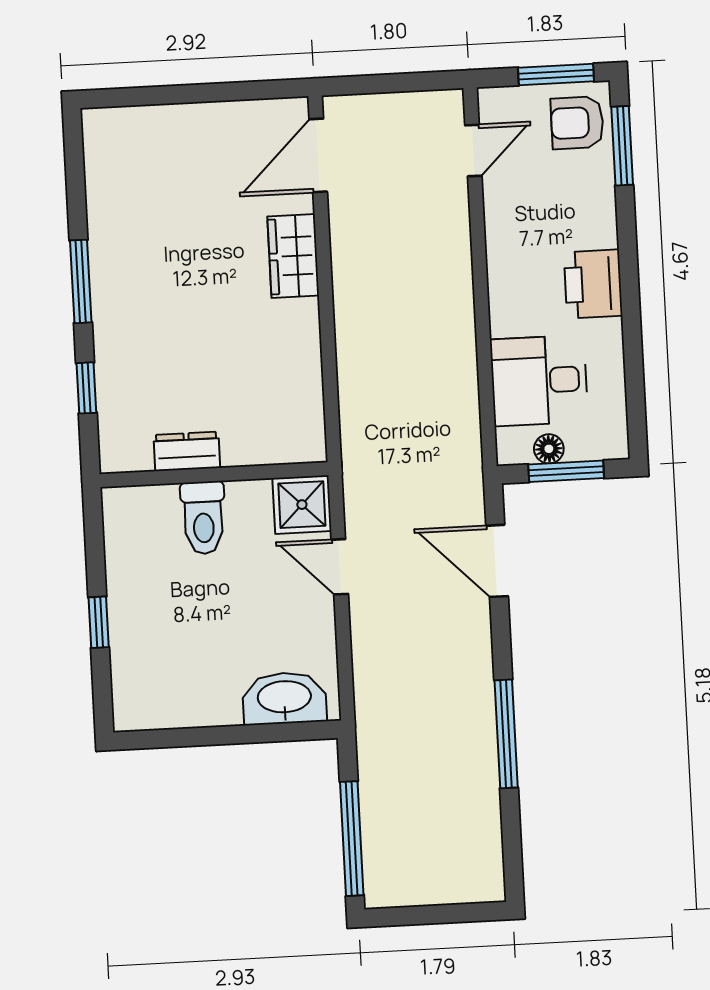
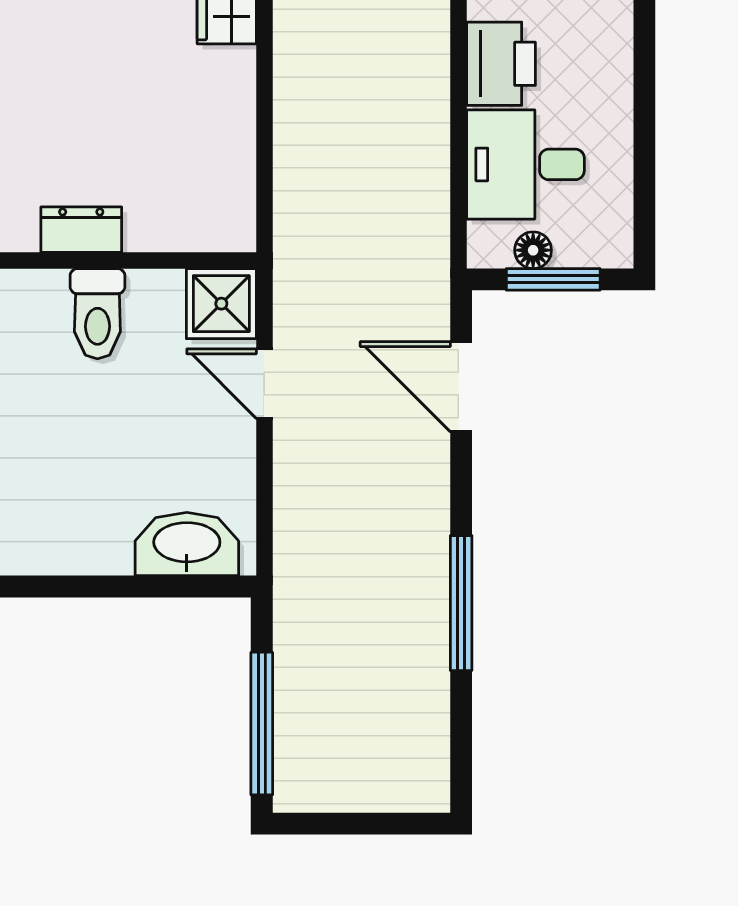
printer: (593, 284) -> (501, 64), moved, turned 180

